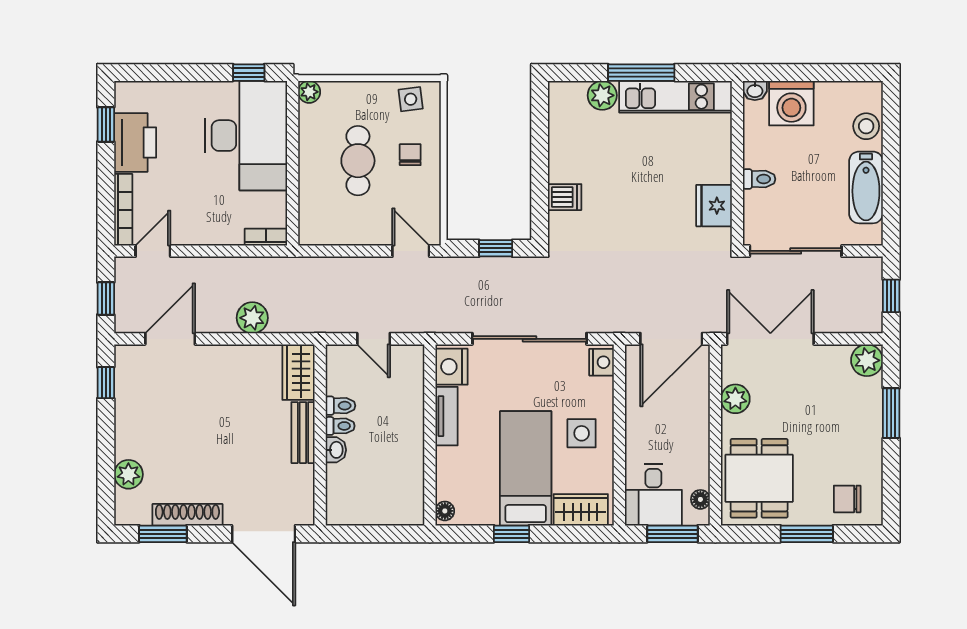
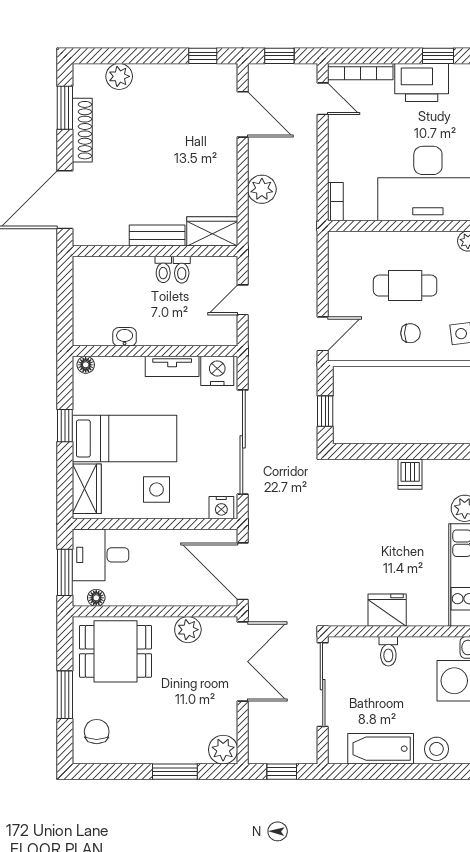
dishwasher: (565, 197) -> (410, 474), moved
fridge: (714, 206) -> (387, 610), moved
washbasin: (336, 450) -> (125, 337), moved, turned 180

